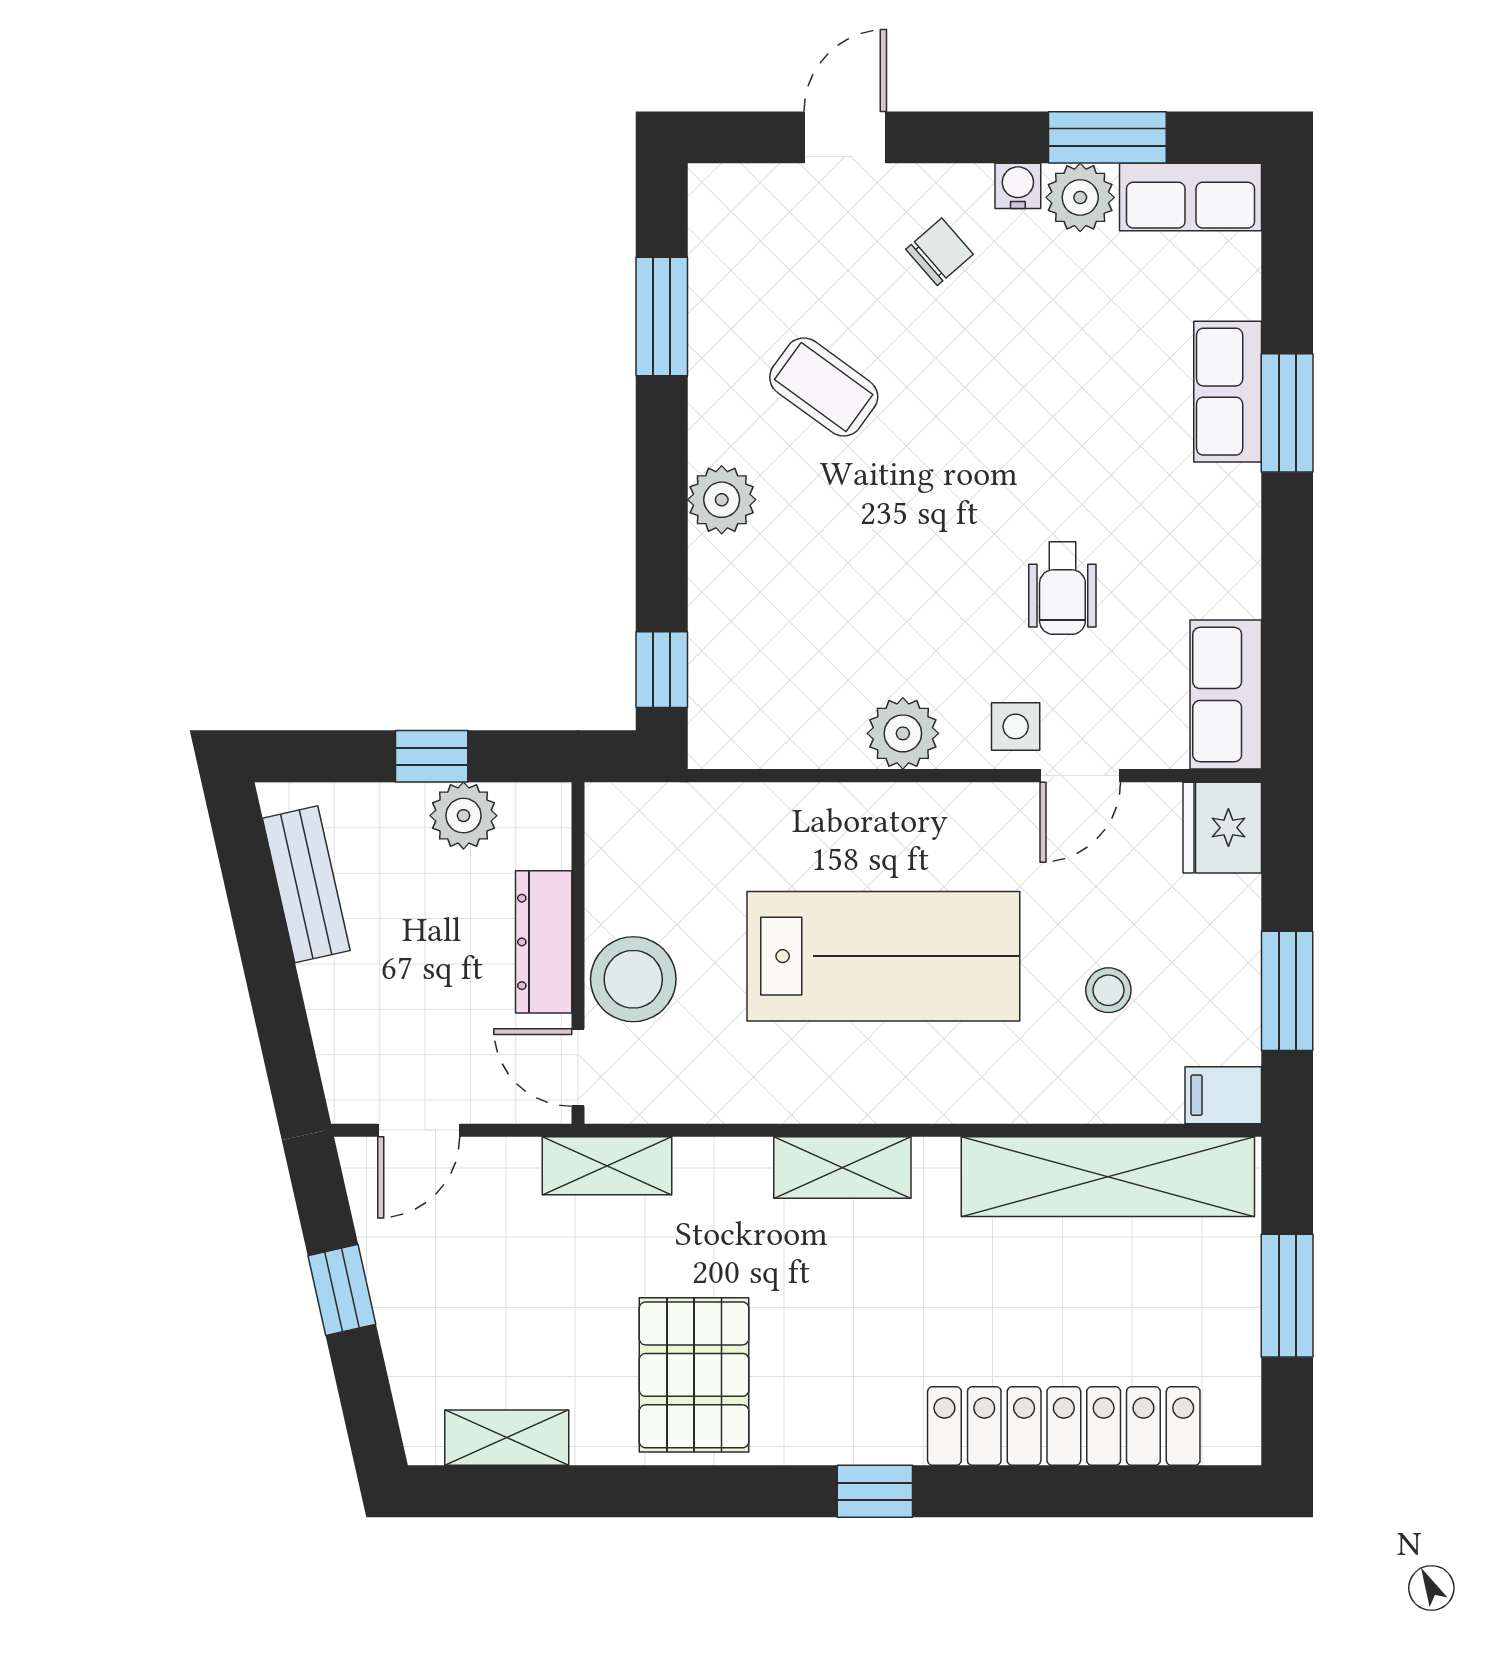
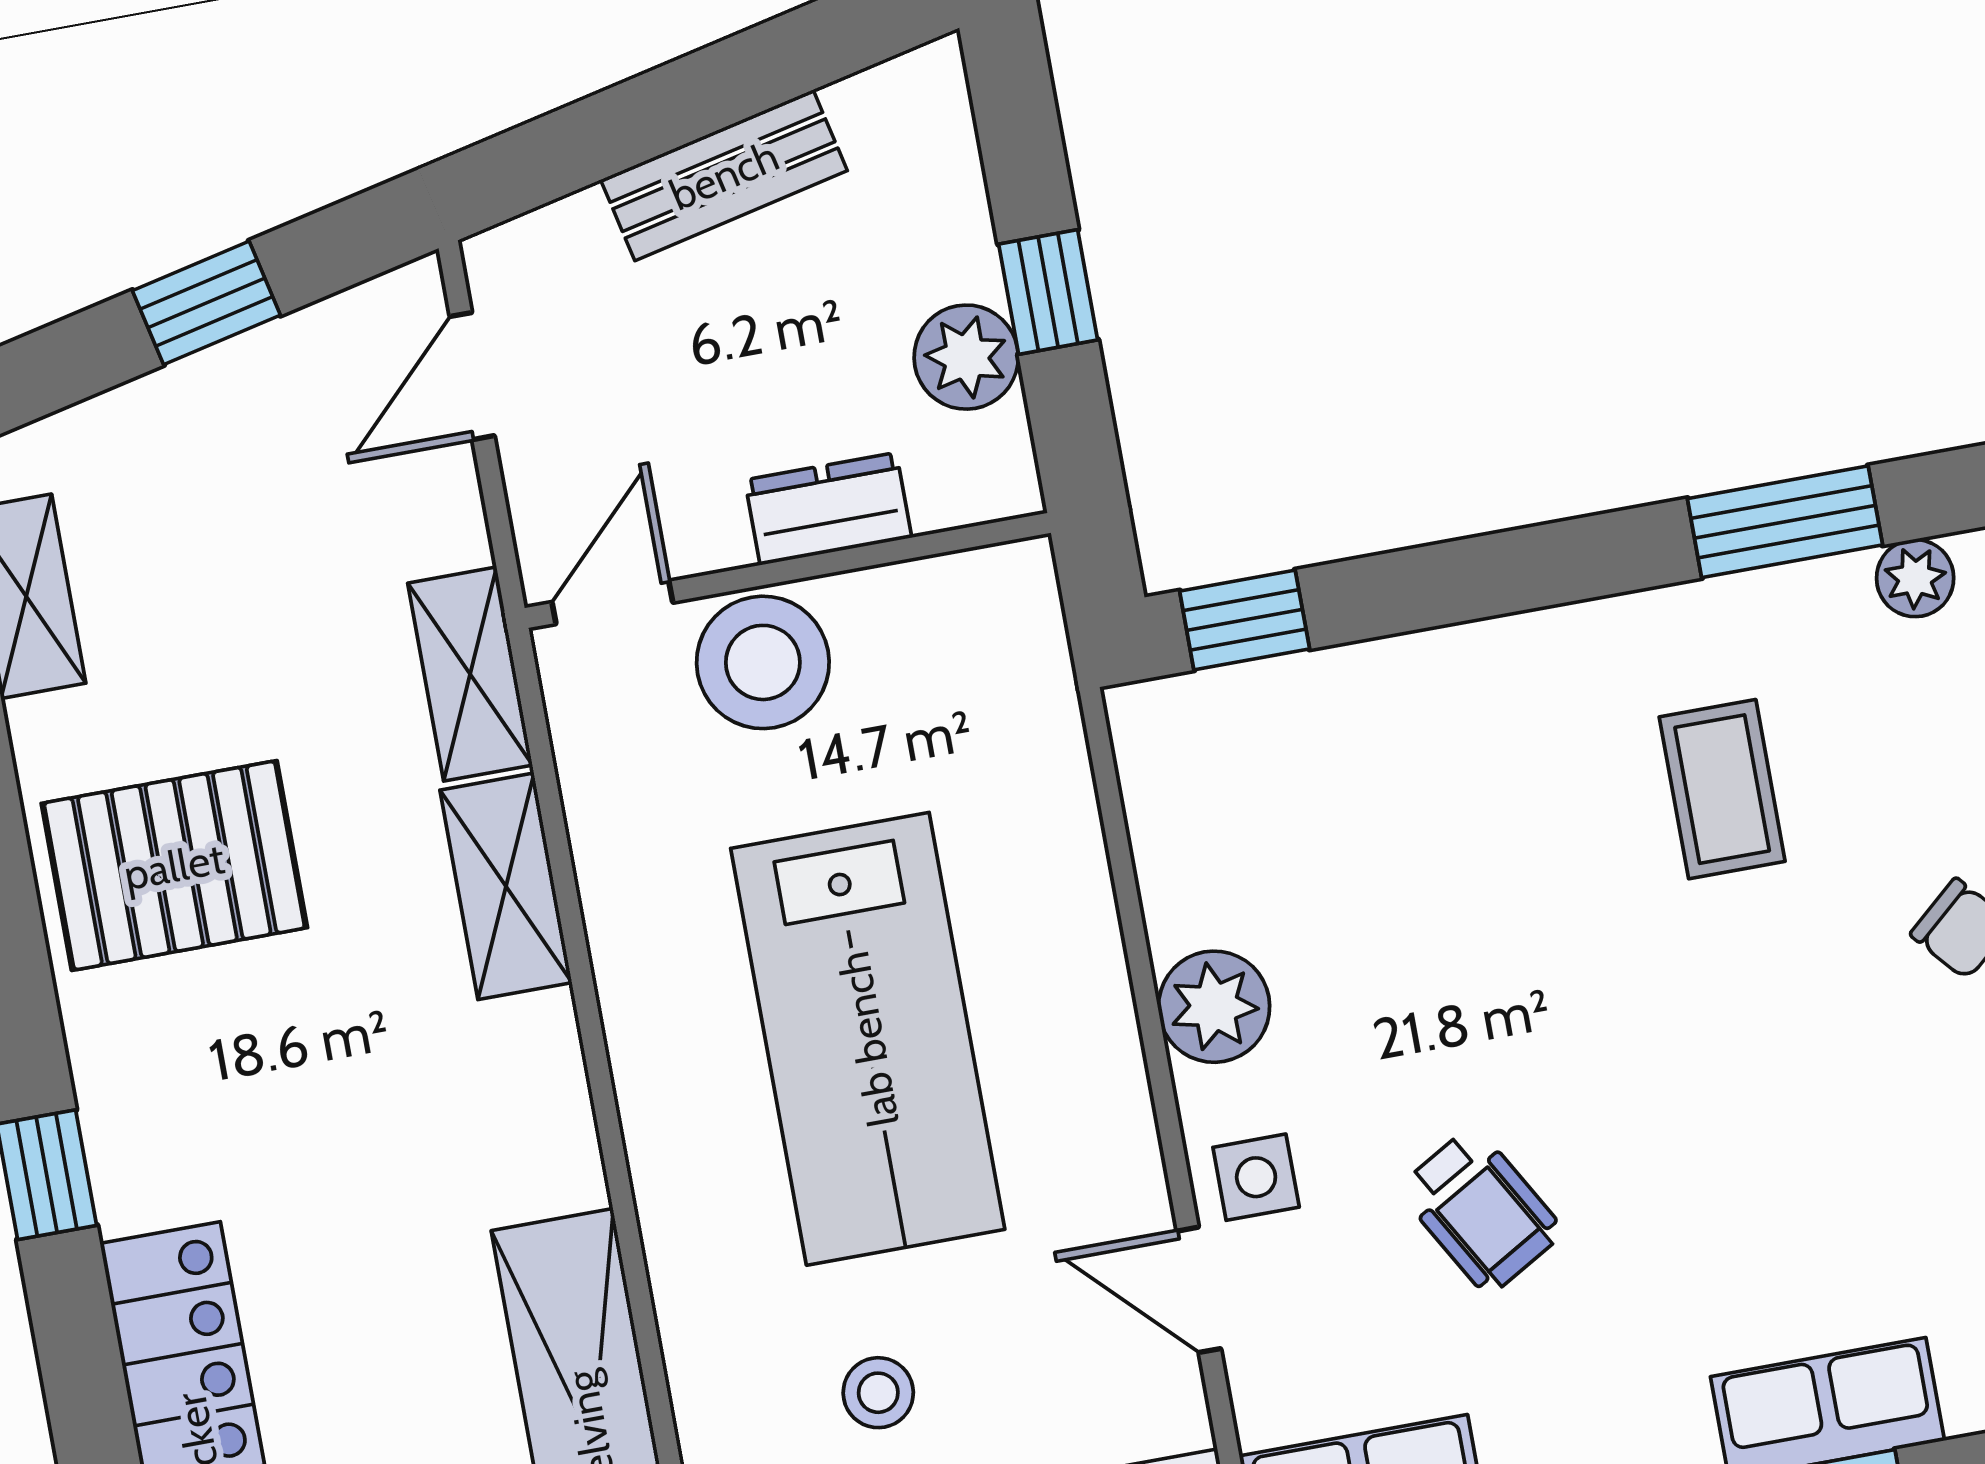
coffee table: (824, 387) -> (1722, 789), turned -36
plant: (722, 500) -> (1915, 578), moved, width x0.73, depth x0.73
wheelchair: (1062, 588) -> (1481, 1210), turned -120
bench: (306, 884) -> (724, 175), moved
dresser: (544, 942) -> (828, 509), width x0.70
door: (419, 1130) -> (472, 376), hinge flipped
shelving: (842, 1167) -> (506, 886), moved

